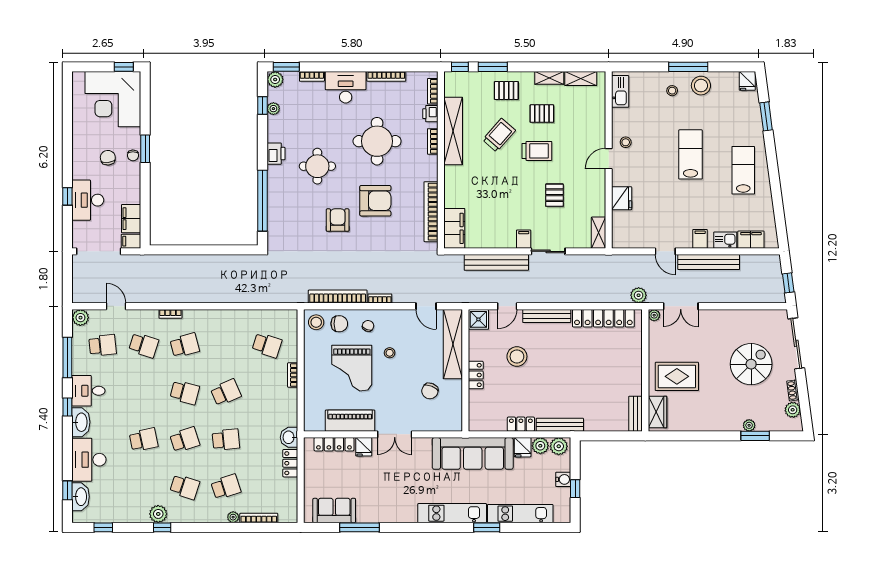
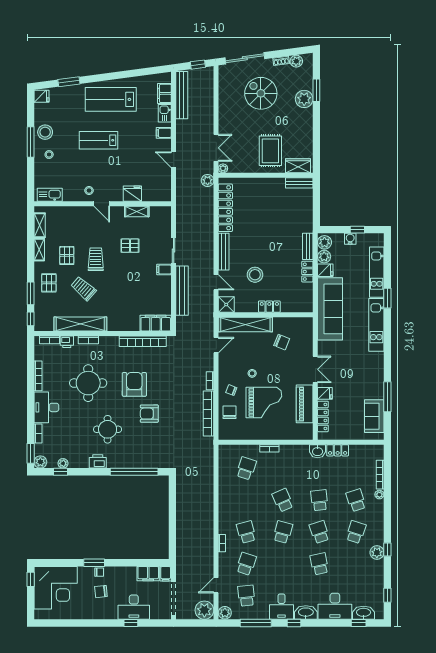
lab bench: (743, 170) -> (111, 99), width x1.36, depth x1.39
shelving: (599, 233) -> (137, 211), moved
door: (665, 251) -> (174, 160), swing flipped
bench: (709, 262) -> (182, 95), moved
plant: (84, 291) -> (204, 610), added
stool: (316, 322) -> (228, 430), removed
bench: (560, 425) -> (308, 246), width x0.73
plant: (749, 425) -> (304, 99), width x1.88, depth x1.88

